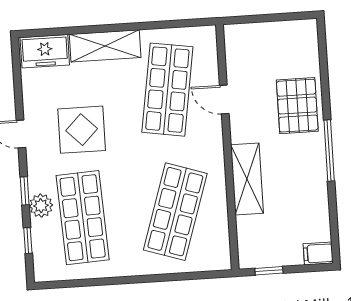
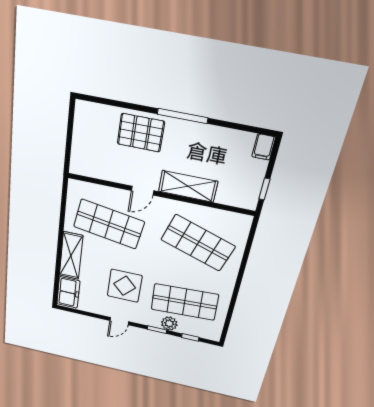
door: (224, 99) -> (142, 191), moved

